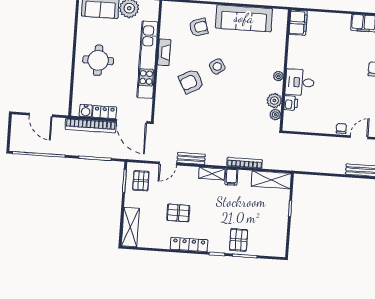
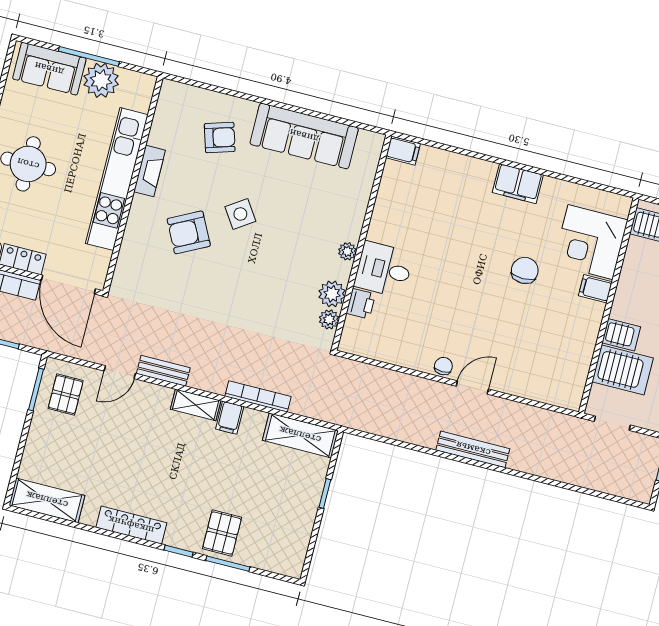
filing cabinet: (298, 23) -> (403, 151), width x0.50
pallet: (178, 213) -> (122, 465), removed
shelving: (130, 227) -> (47, 500), moved, turned 90

